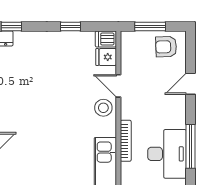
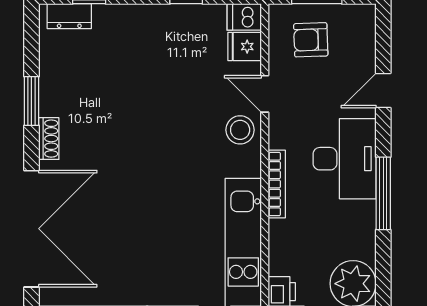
armchair: (166, 47) -> (311, 40), moved
desk: (167, 154) -> (345, 159), moved

